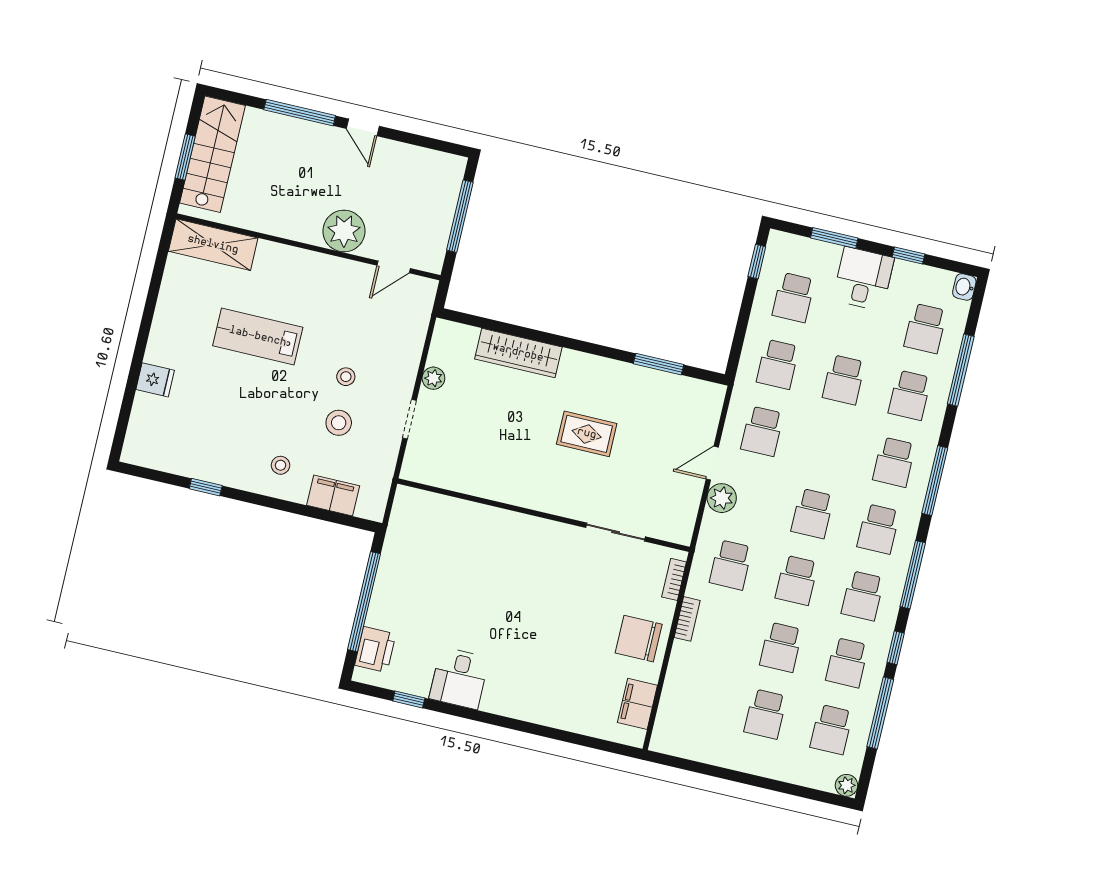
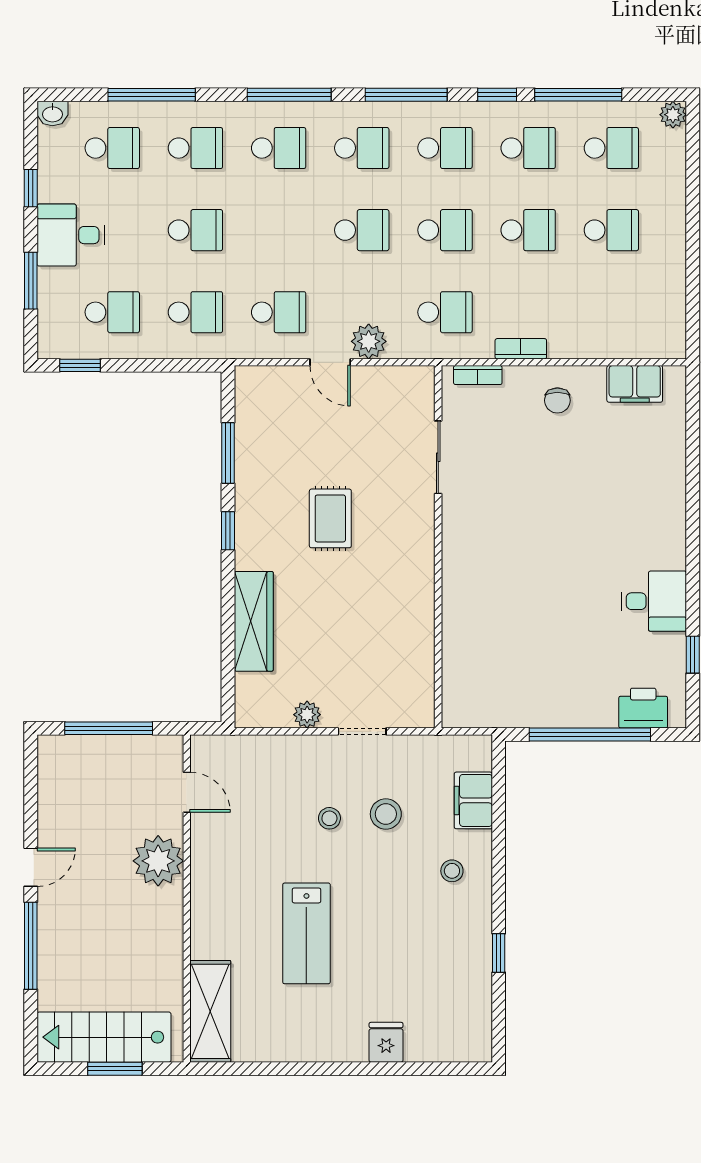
window: (596, 349) -> (228, 531), added
chair: (639, 639) -> (557, 400), width x0.54, depth x0.54

